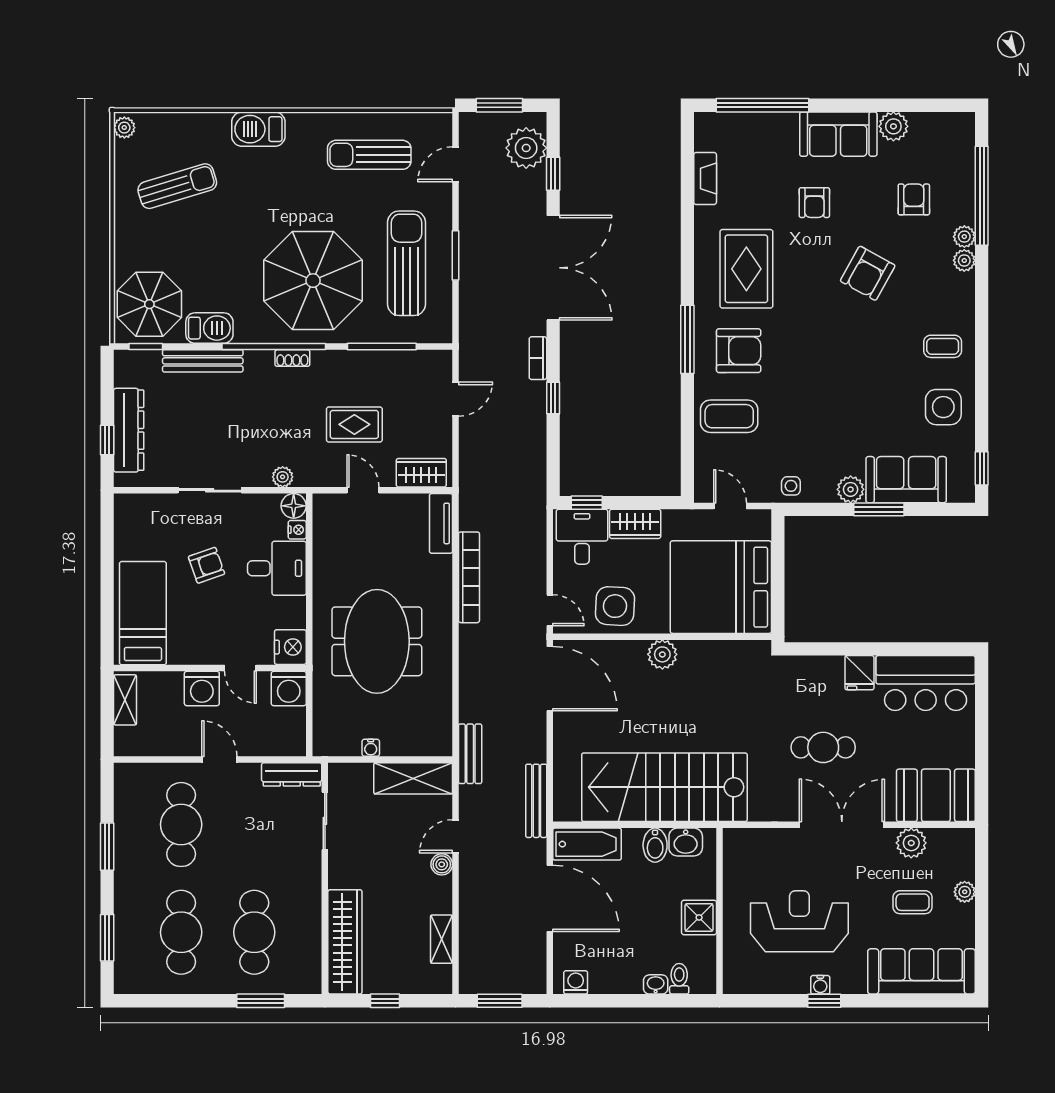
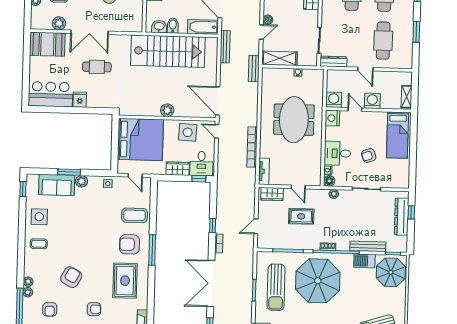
armchair: (814, 203) -> (94, 309), turned 90

